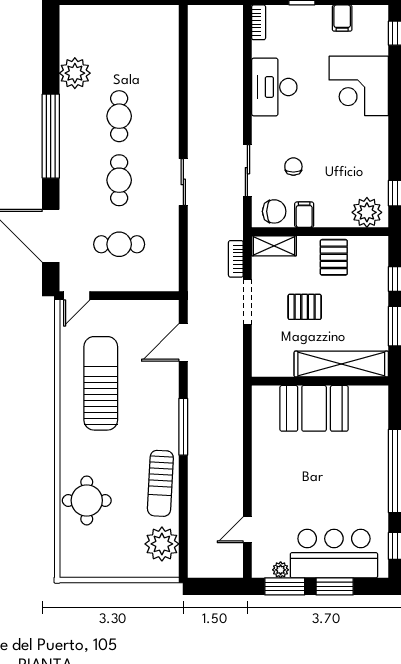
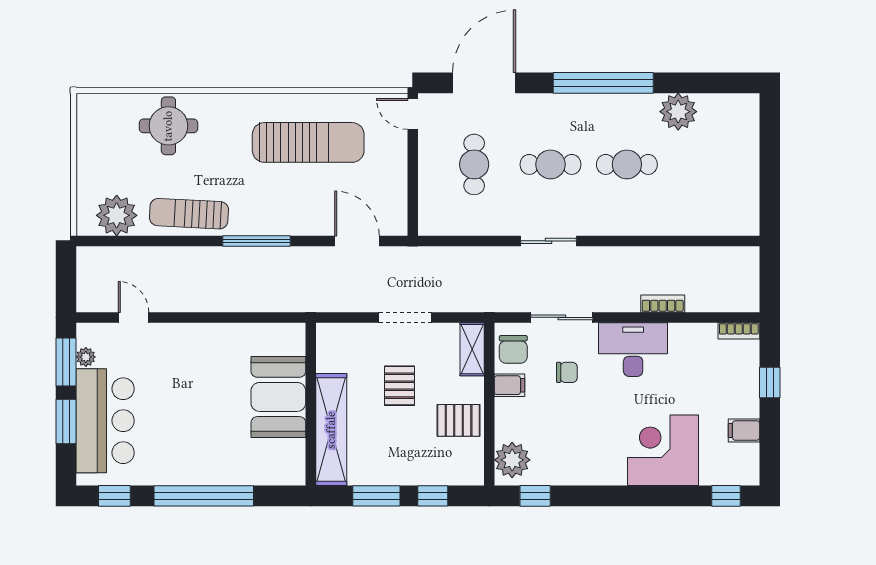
desk: (274, 87) -> (633, 350), moved
bookcase: (236, 259) -> (663, 304), moved

